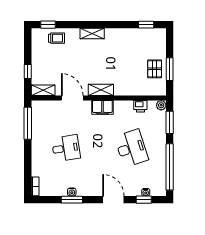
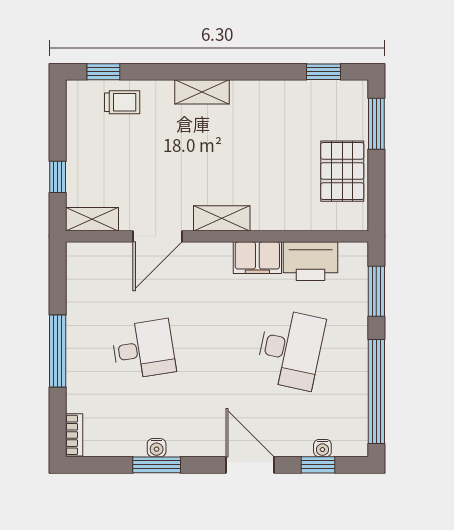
pallet: (155, 69) -> (342, 171), width x1.50, depth x1.42
window: (170, 69) -> (376, 124), moved
door: (72, 98) -> (157, 236), swing flipped
plant: (161, 105) -> (357, 253), removed
printer: (140, 106) -> (311, 261), width x1.87, depth x1.48
filing cabinet: (102, 107) -> (257, 258), moved
window: (28, 123) -> (58, 351), moved
desk: (131, 148) -> (290, 349), turned 30

